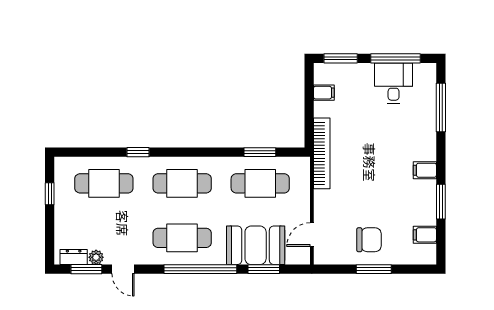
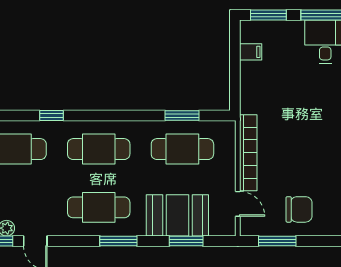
bookcase: (322, 153) -> (248, 153), moved
door: (312, 235) -> (238, 204), swing flipped
window: (200, 269) -> (118, 241), width x0.47
window: (374, 269) -> (277, 241), moved

